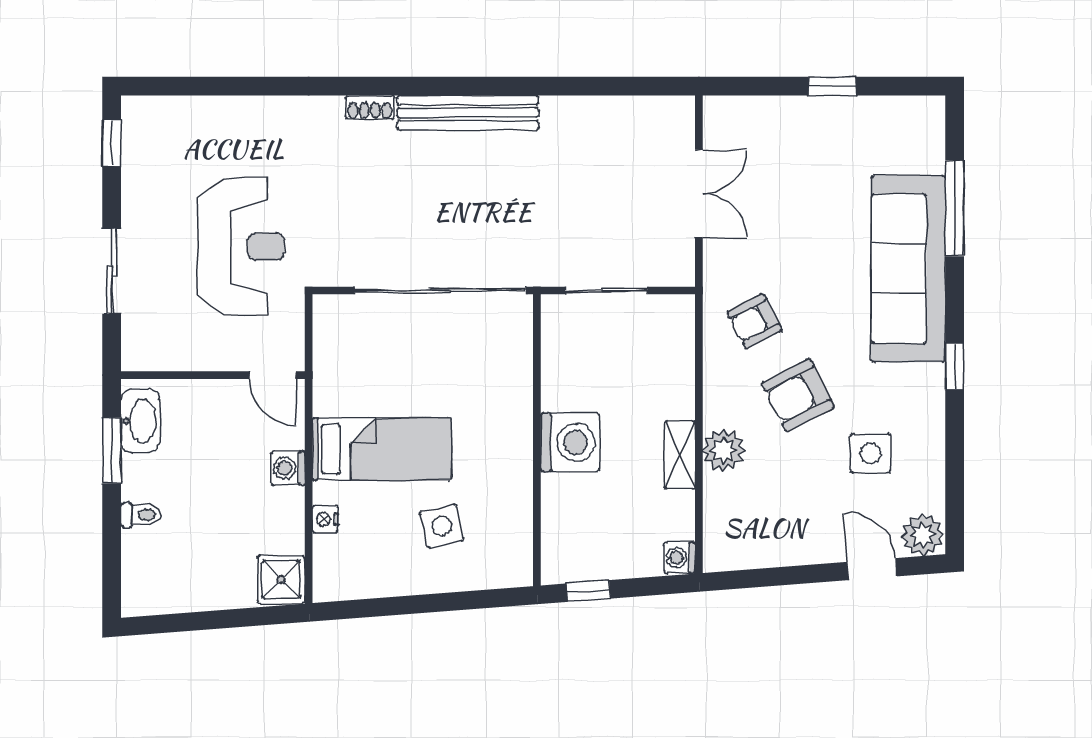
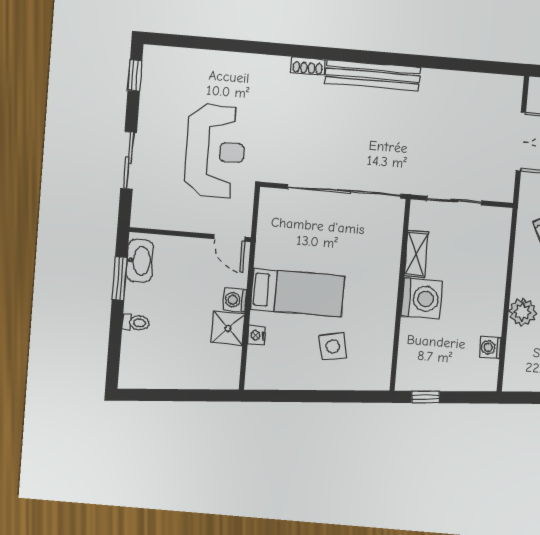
shelving: (680, 455) -> (416, 254), moved
washing machine: (680, 558) -> (490, 348), moved
shower: (281, 579) -> (228, 328), moved

